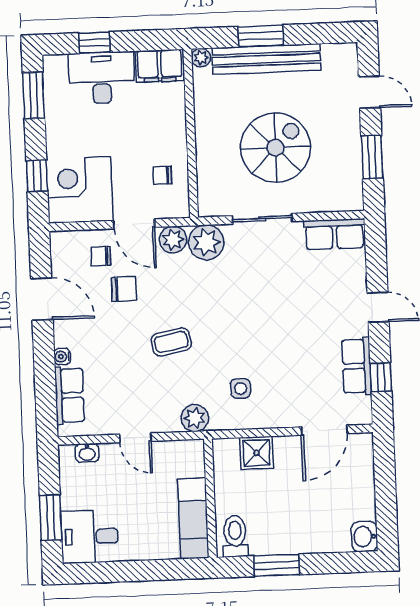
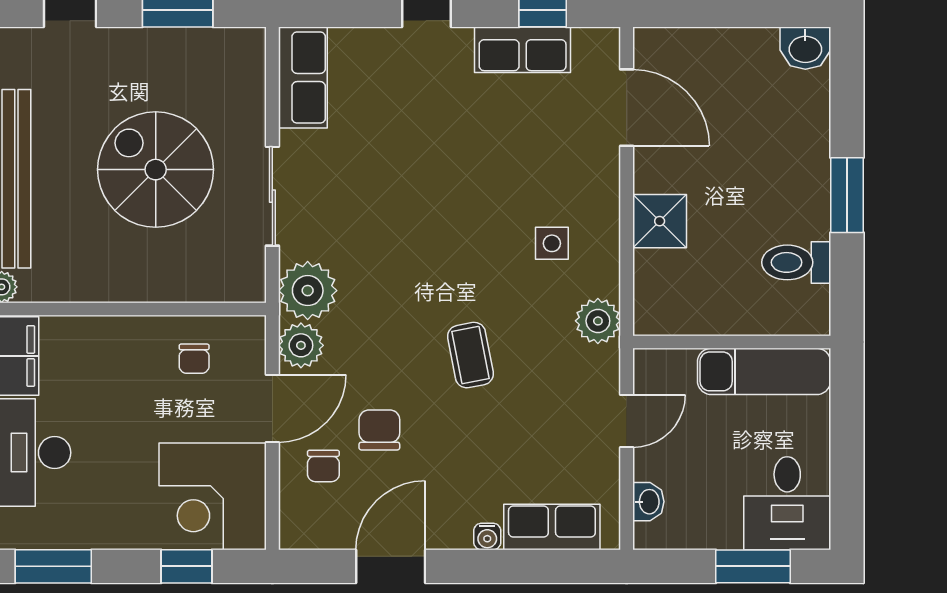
wall: (210, 498) -> (732, 342), moved
exam couch: (193, 518) -> (764, 371), moved

